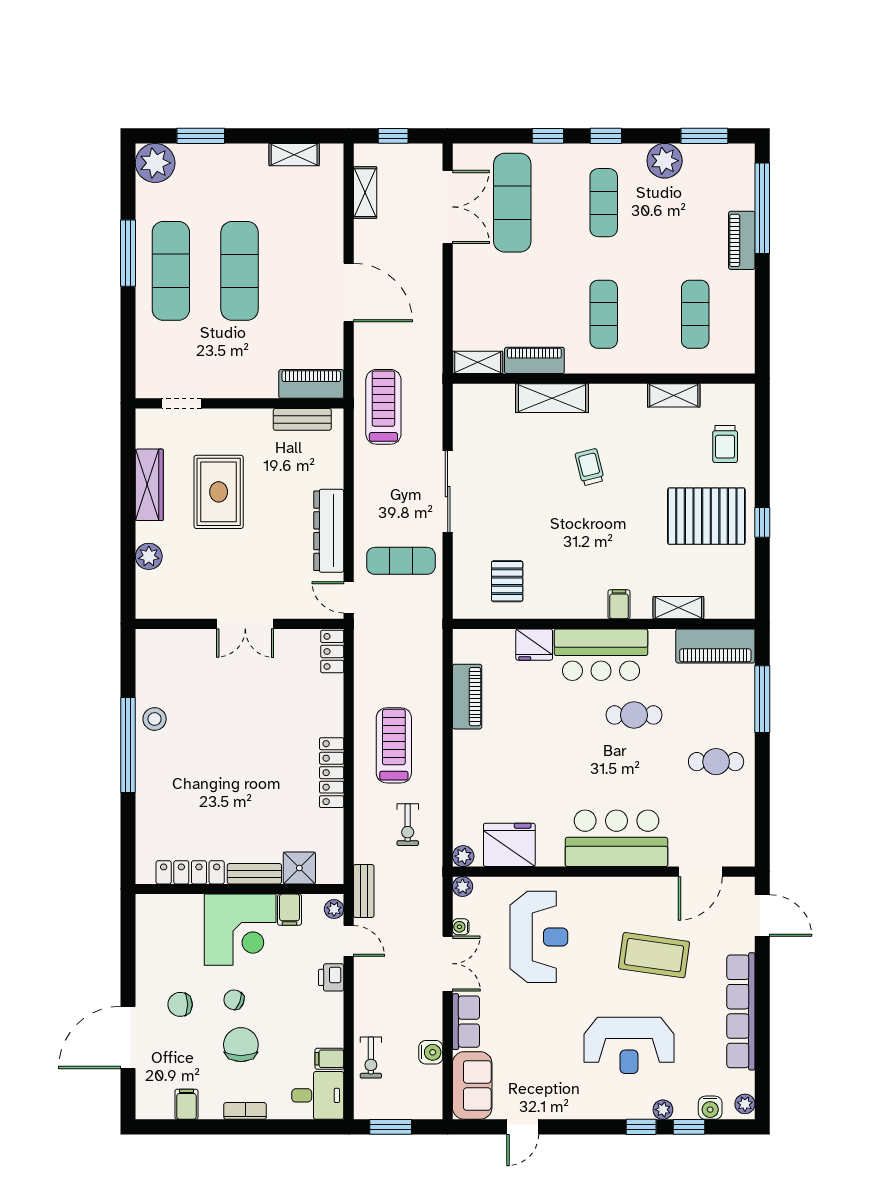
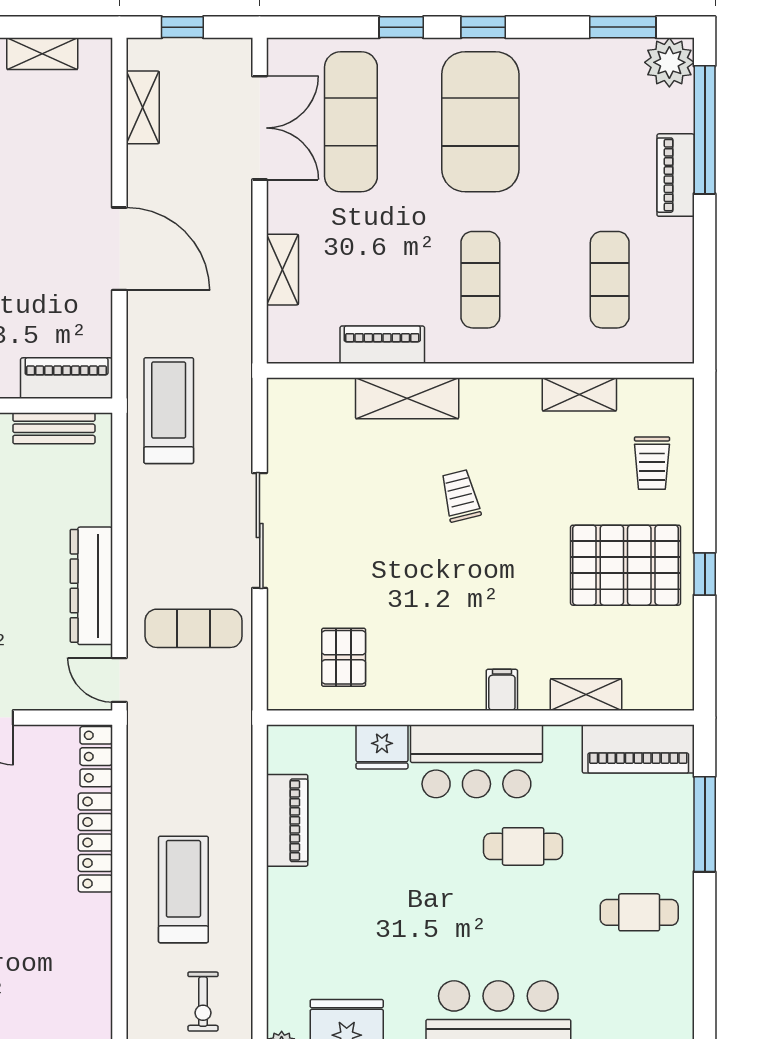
plant: (665, 161) -> (669, 62), moved
exercise mat: (604, 203) -> (480, 122), width x2.00, depth x1.45
shelving: (478, 362) -> (282, 270), moved, turned 90
locker: (332, 773) -> (95, 843), moved

